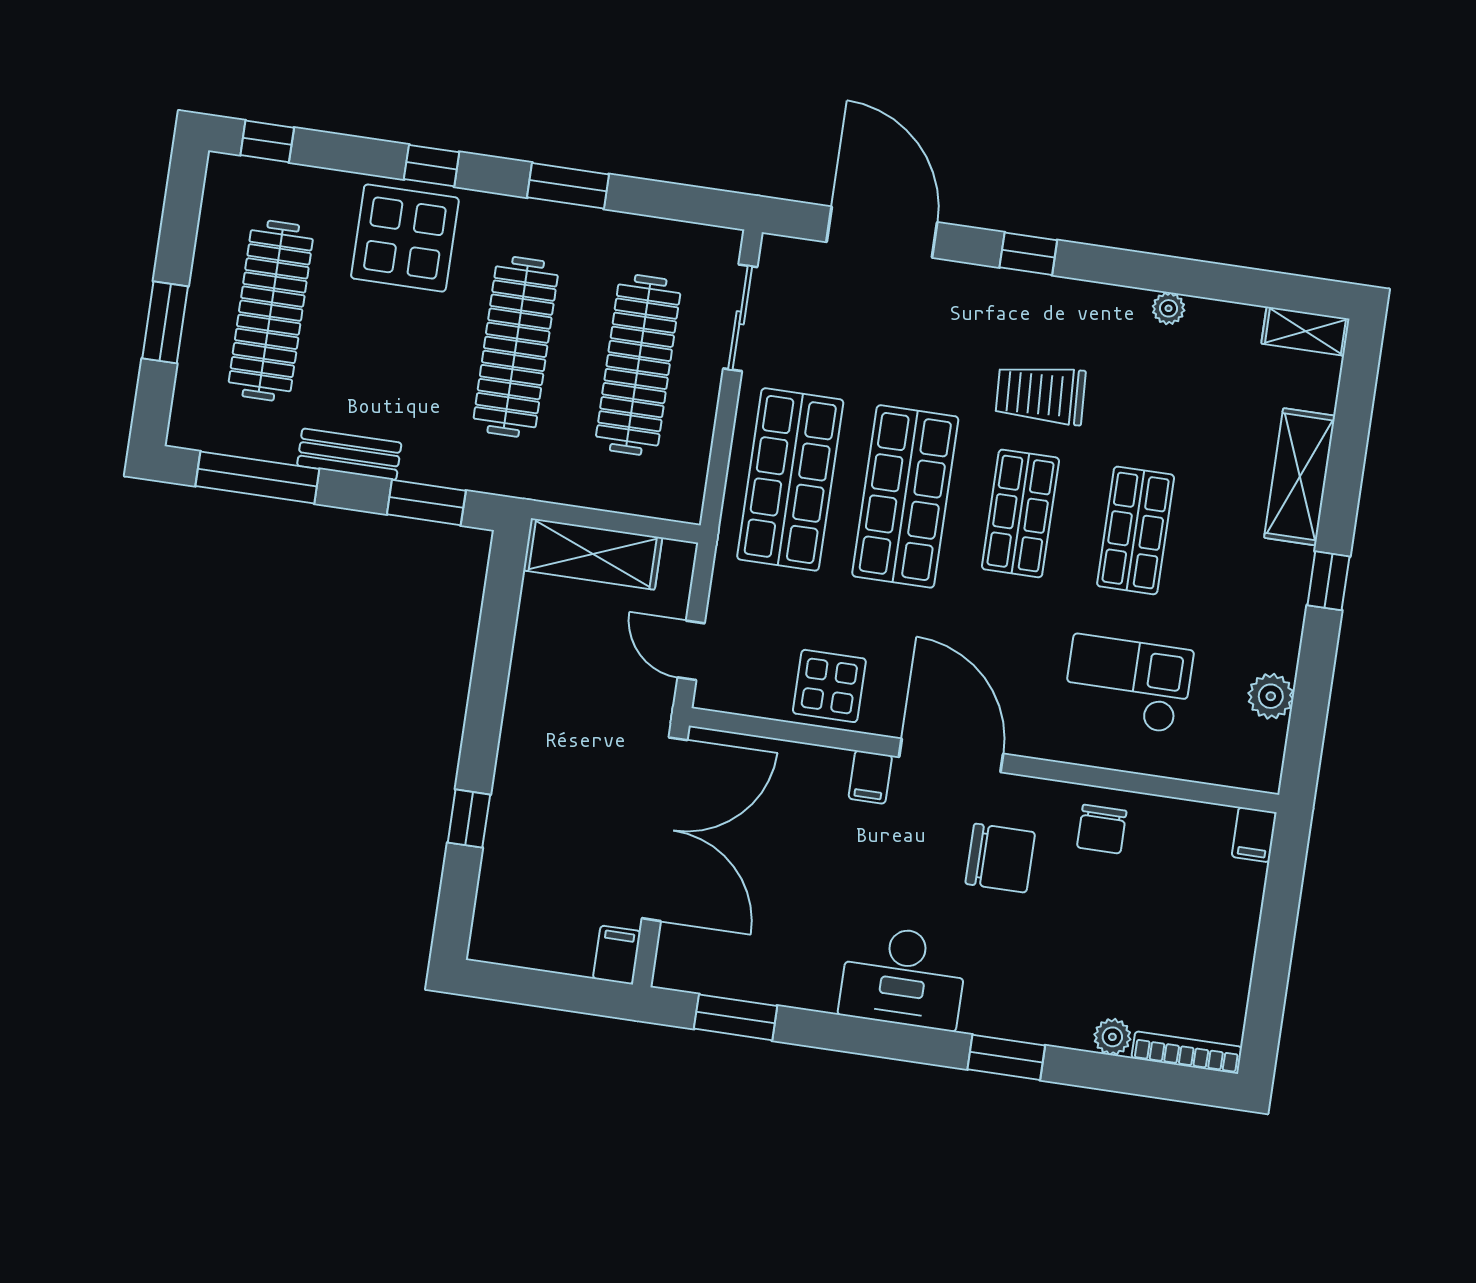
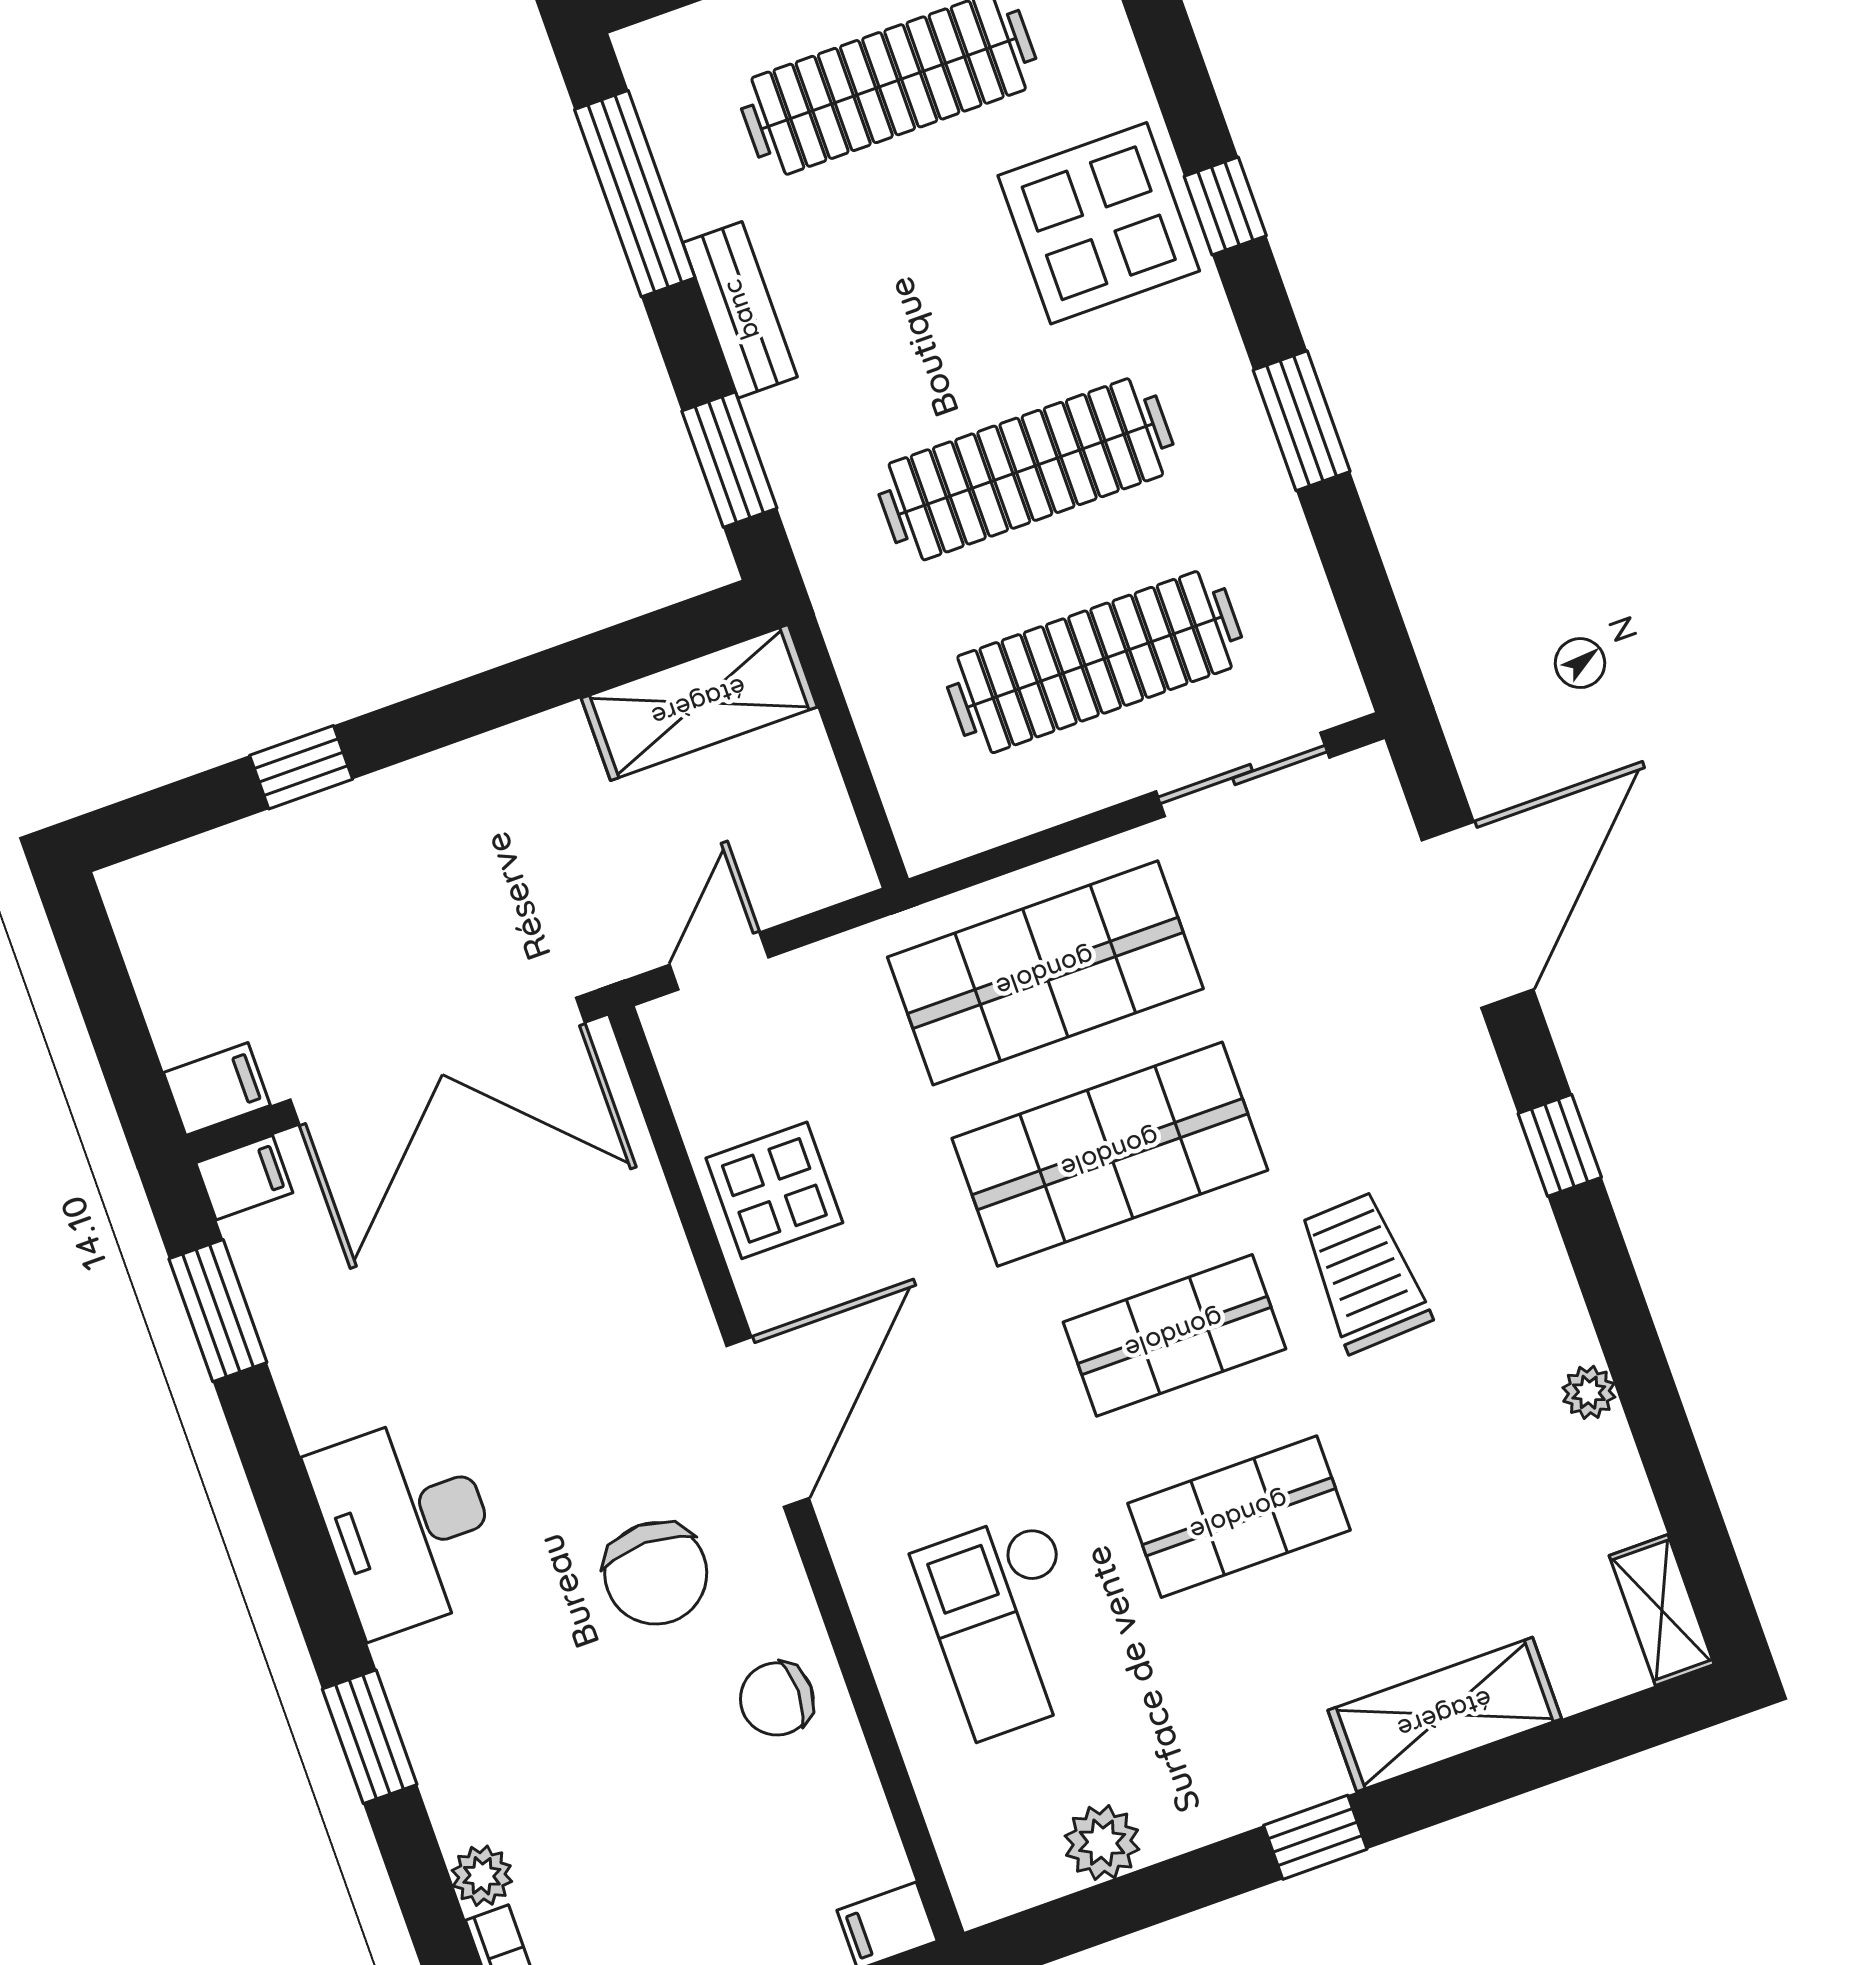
shelving: (593, 554) -> (699, 703), moved, turned 90
checkout: (1128, 684) -> (1009, 1625), turned 180
filing cabinet: (870, 777) -> (244, 1178), moved, turned 180

